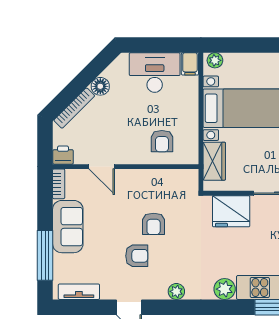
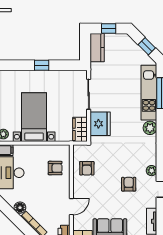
wardrobe: (214, 161) -> (80, 129), moved, turned -90
armchair: (154, 224) -> (87, 168), moved, turned 90
plant: (176, 291) -> (152, 171), moved

